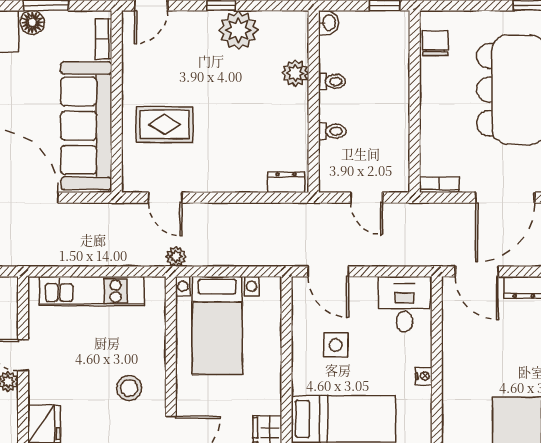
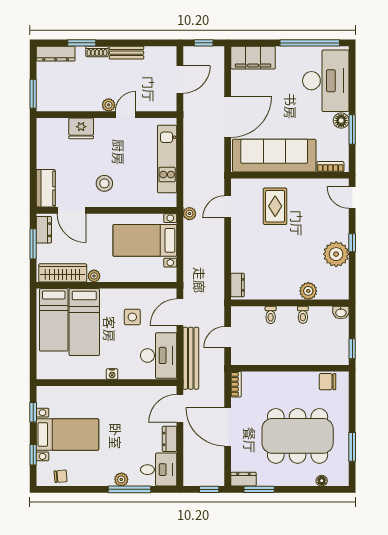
chair: (435, 43) -> (328, 382), turned 180
bench: (399, 255) -> (191, 358), added
desk: (405, 304) -> (159, 355), width x1.37
plant: (272, 404) -> (94, 276), added

